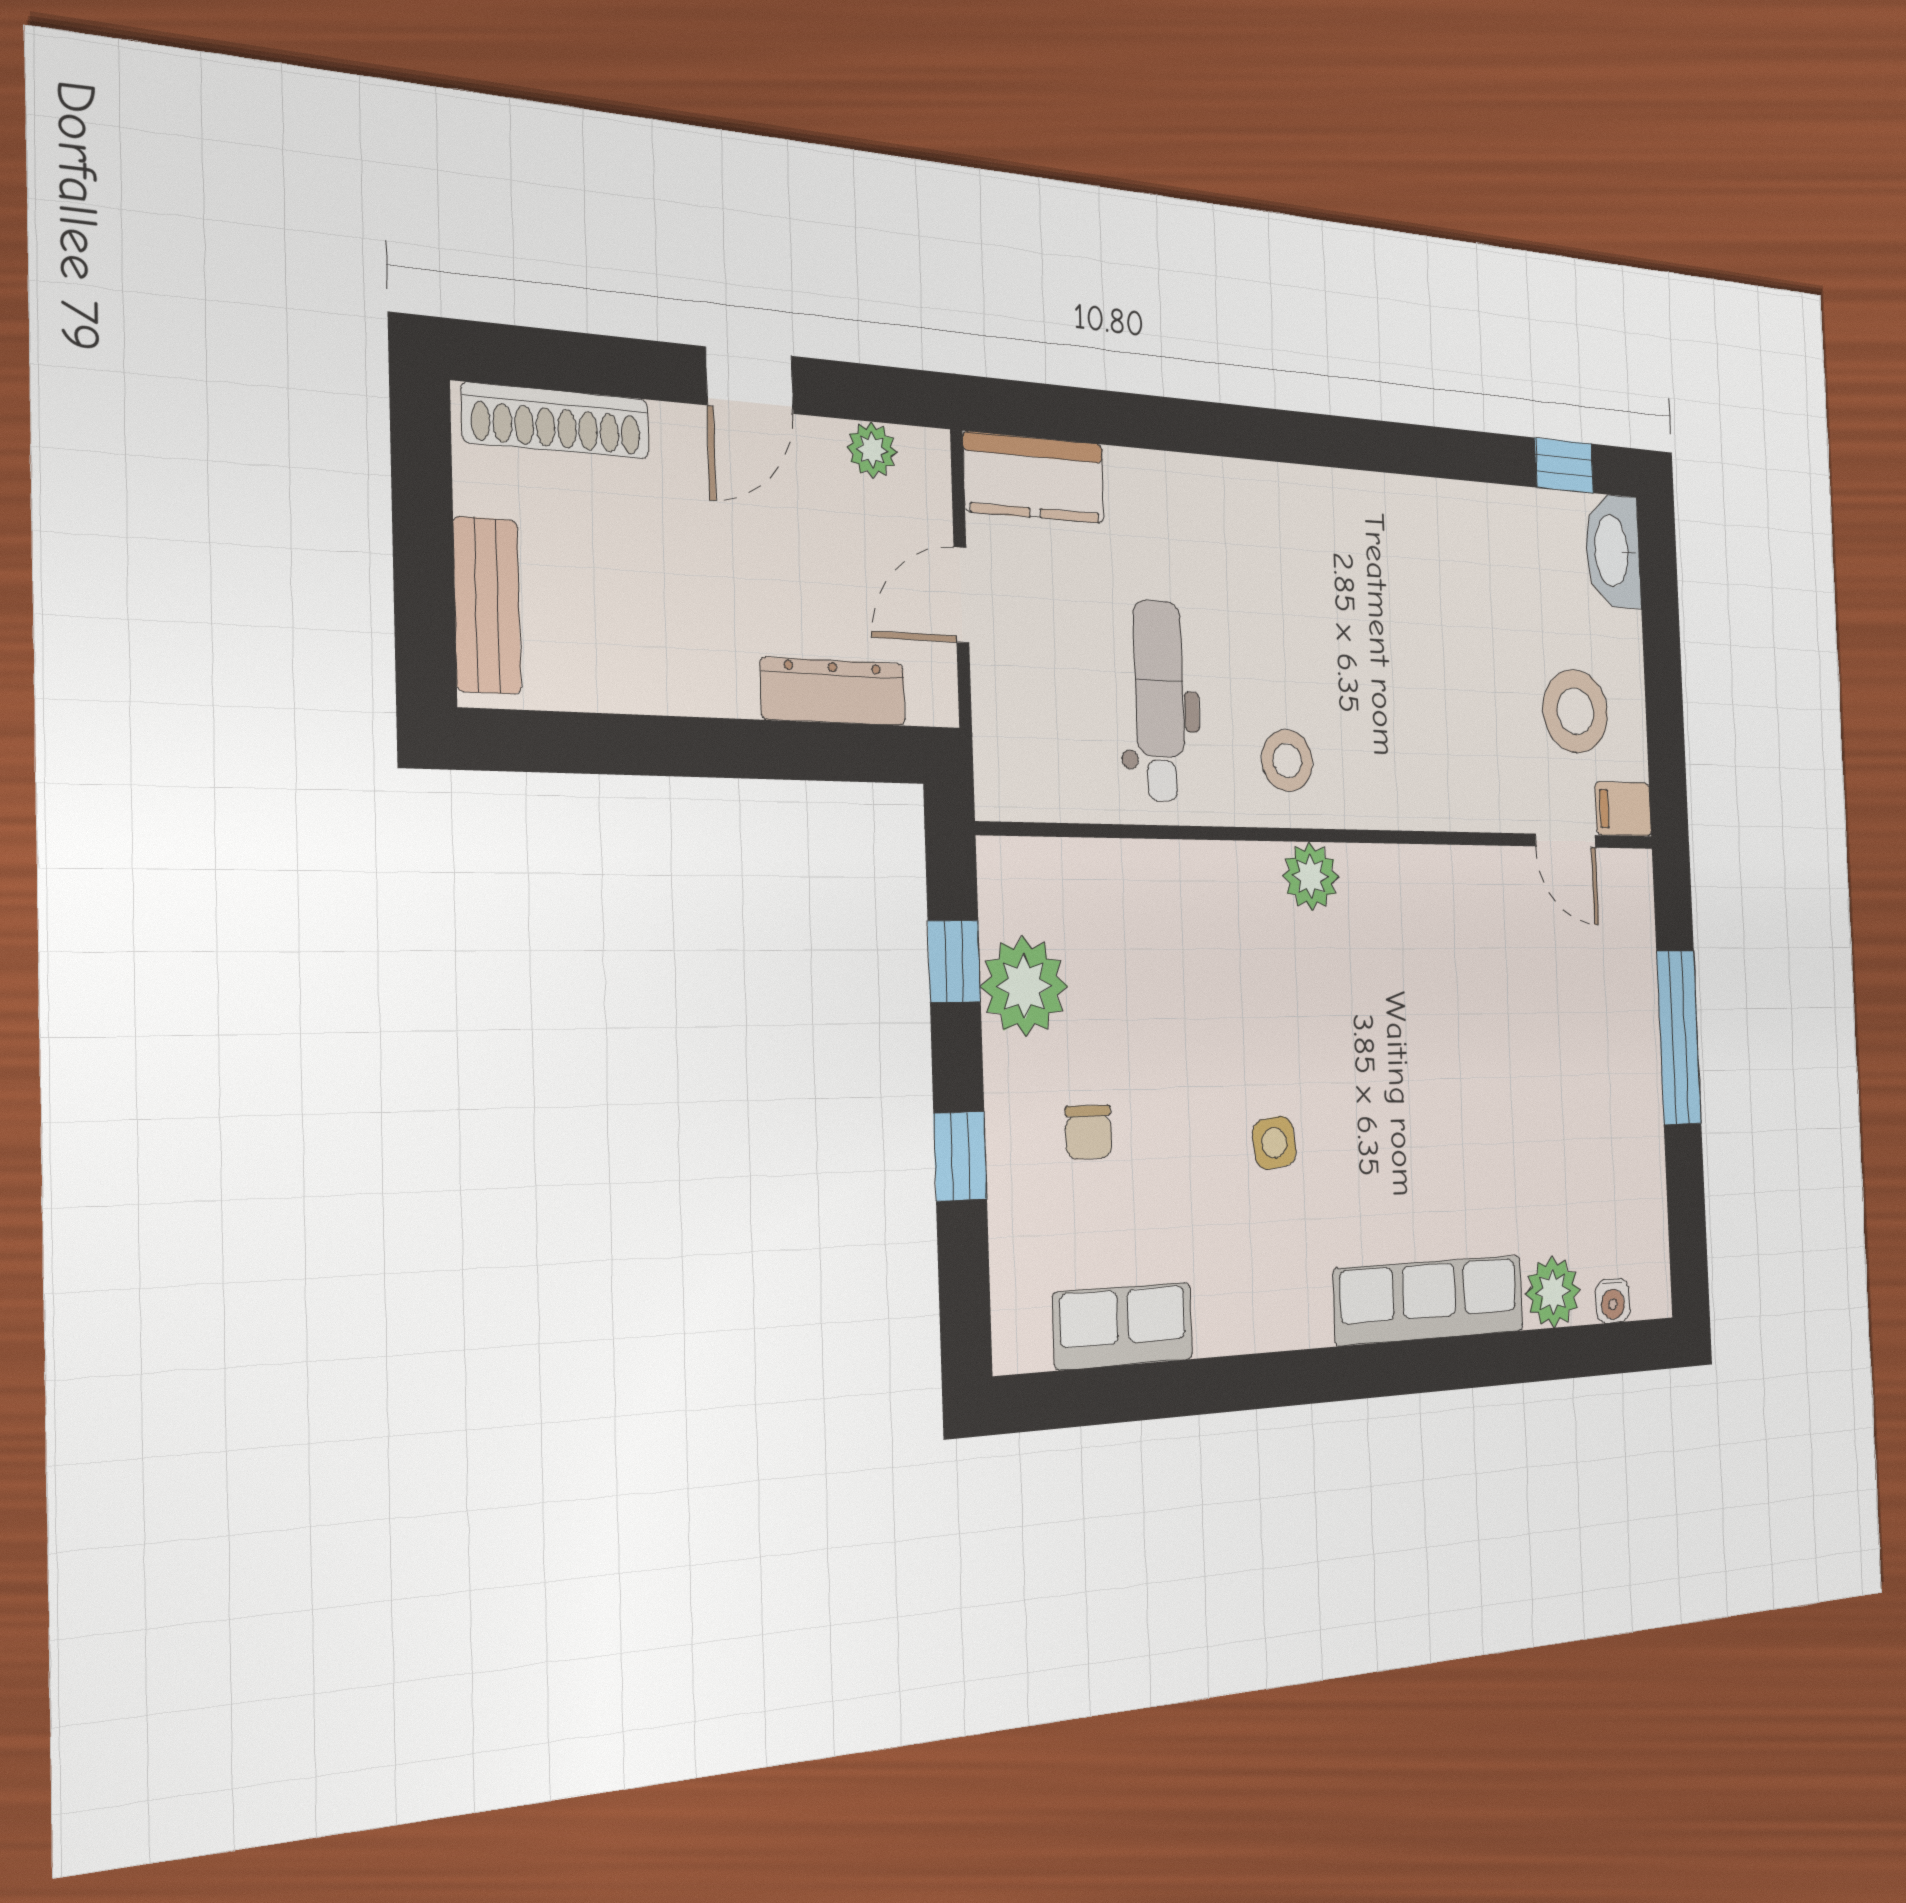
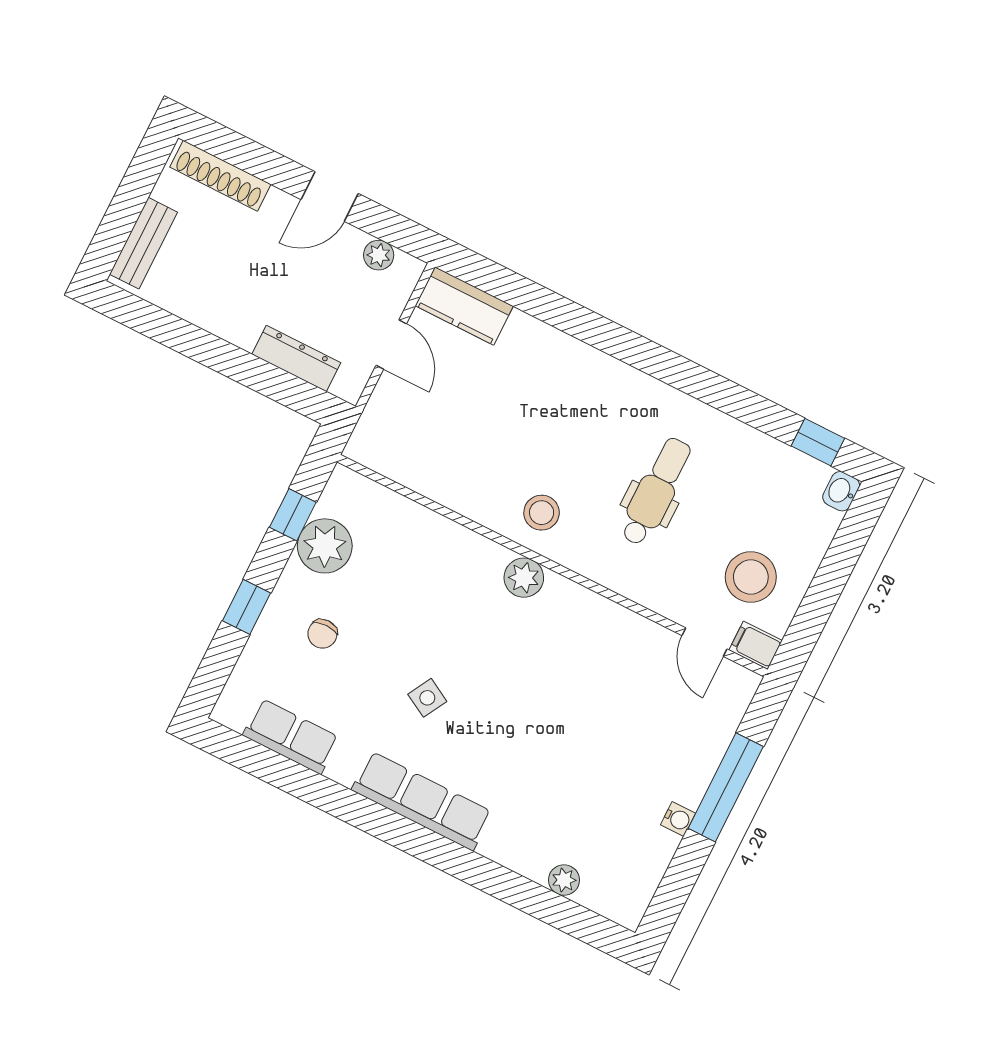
washbasin: (1613, 551) -> (841, 491), width x0.52, depth x0.69
door: (961, 595) -> (391, 344), swing flipped
dental chair: (1160, 700) -> (656, 491), moved
side table: (1274, 1143) -> (427, 698), turned 37
plant: (1553, 1292) -> (564, 880), width x0.73, depth x0.73
row of seats: (1429, 1300) -> (422, 801), moved
water cooler: (1613, 1301) -> (678, 819), moved, turned -90

